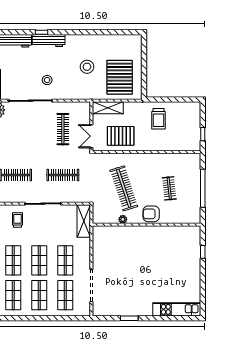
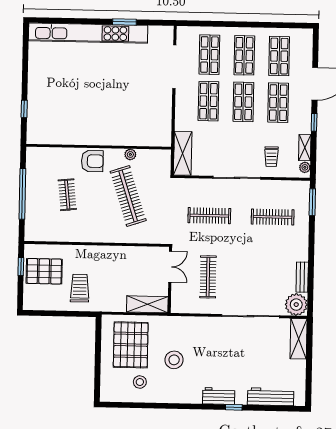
workbench: (49, 40) -> (219, 396), width x0.73
stool: (47, 80) -> (140, 382), moved
pallet: (121, 136) -> (44, 271), moved
kitchen unit: (177, 309) -> (88, 33), width x1.86

